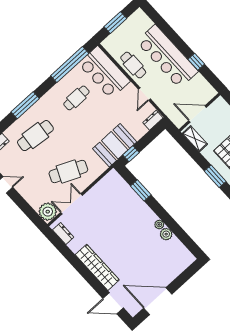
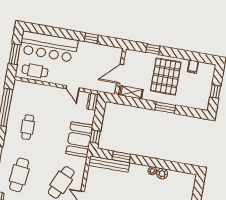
bar counter: (167, 57) -> (49, 47), moved
cafe table: (133, 65) -> (35, 71), moved
bar counter: (104, 72) -> (33, 95), removed
bench: (125, 188) -> (109, 164), added

